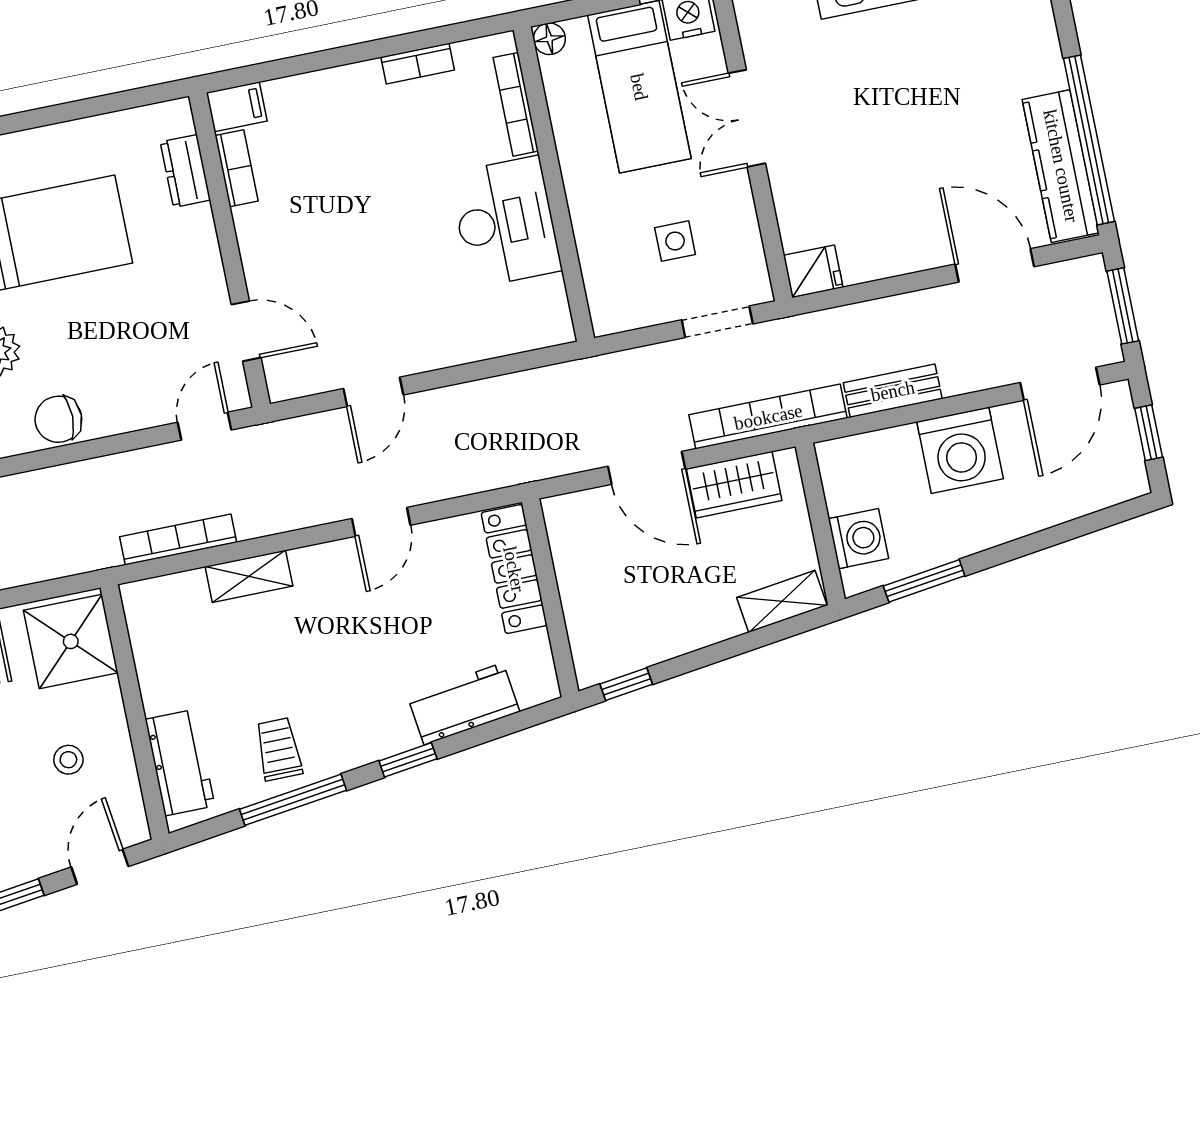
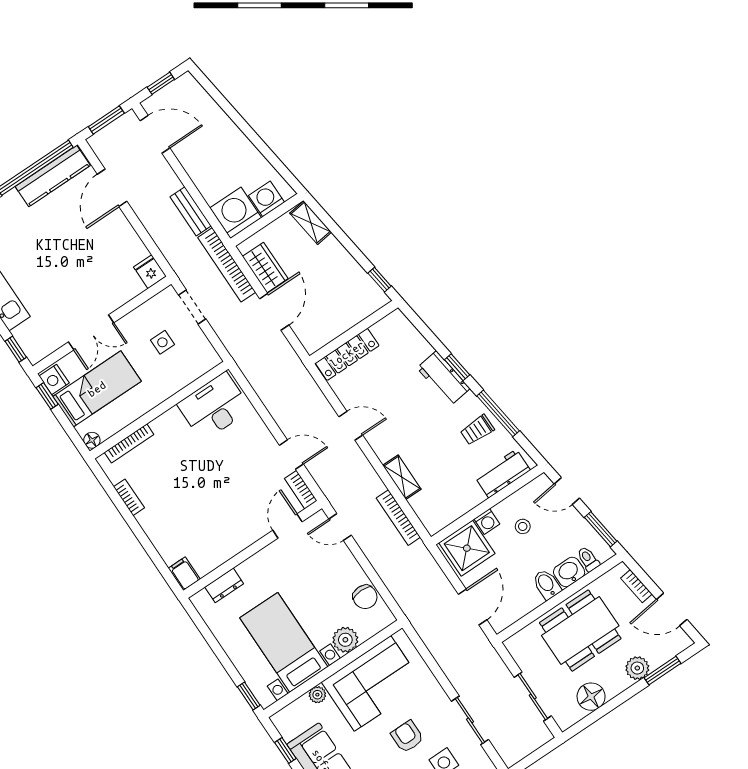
bookcase: (237, 168) -> (301, 490), moved, turned -90
desk: (505, 222) -> (214, 407), moved
washing machine: (960, 450) -> (236, 213), moved, turned -90
window: (924, 581) -> (274, 160), removed
washing machine: (104, 698) -> (487, 522), added
workbench: (464, 704) -> (443, 378), moved

